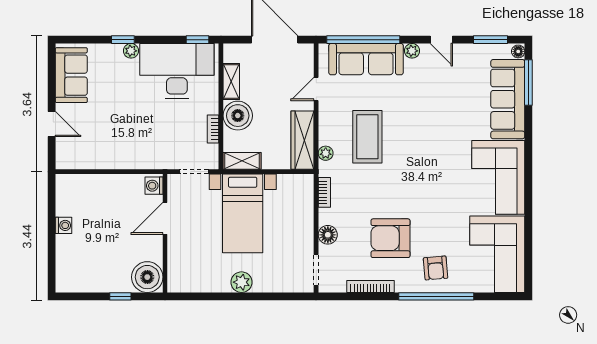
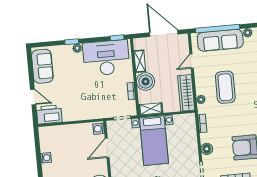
printer: (75, 155) -> (49, 114), added

